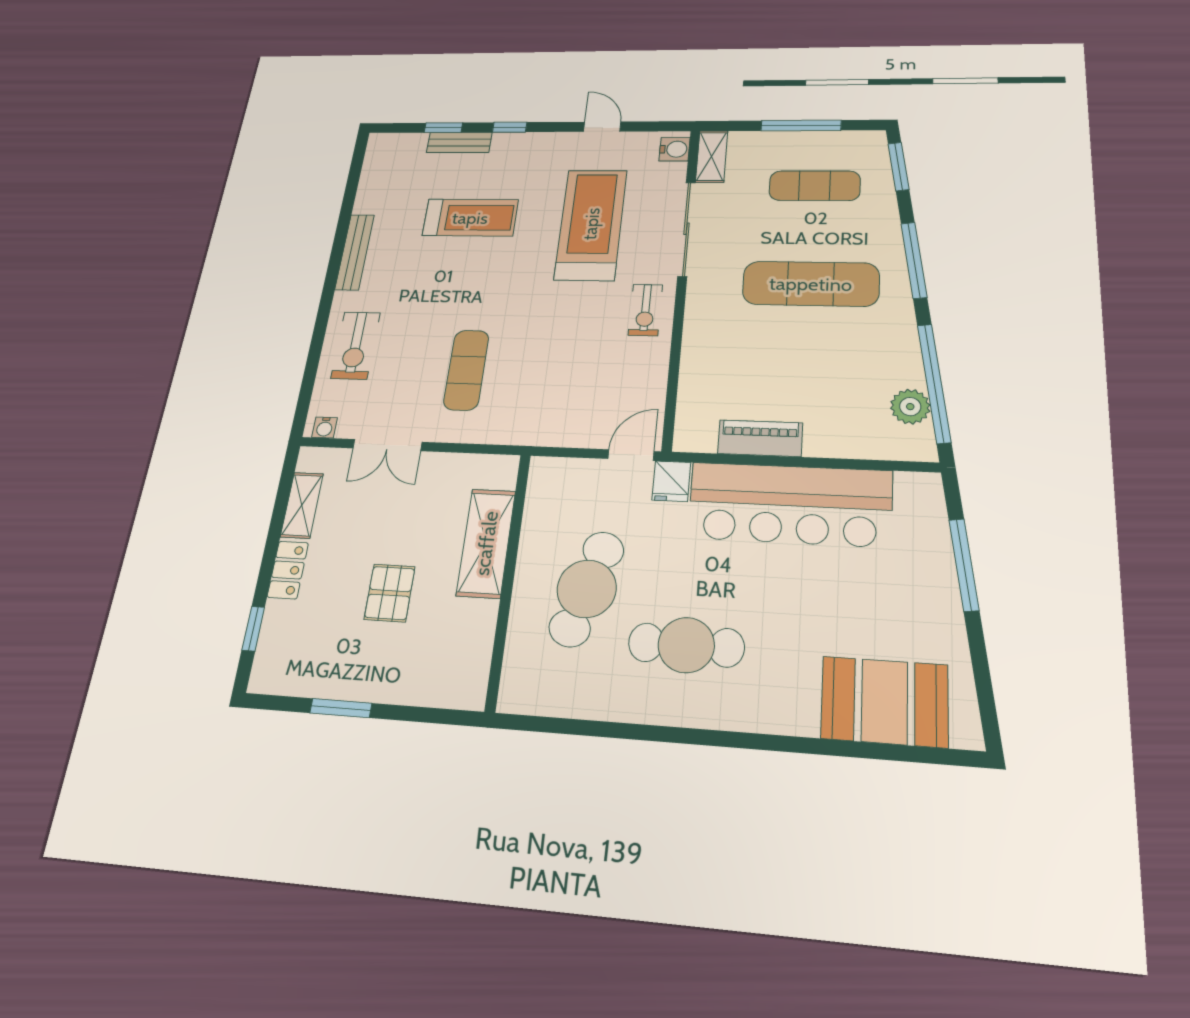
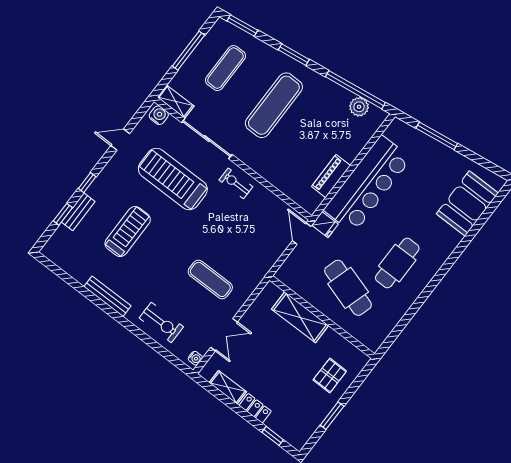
window: (914, 260) -> (294, 55), width x0.69
exercise bike: (645, 310) -> (236, 183), turned 180
pallet: (390, 593) -> (330, 376), moved, turned 90

